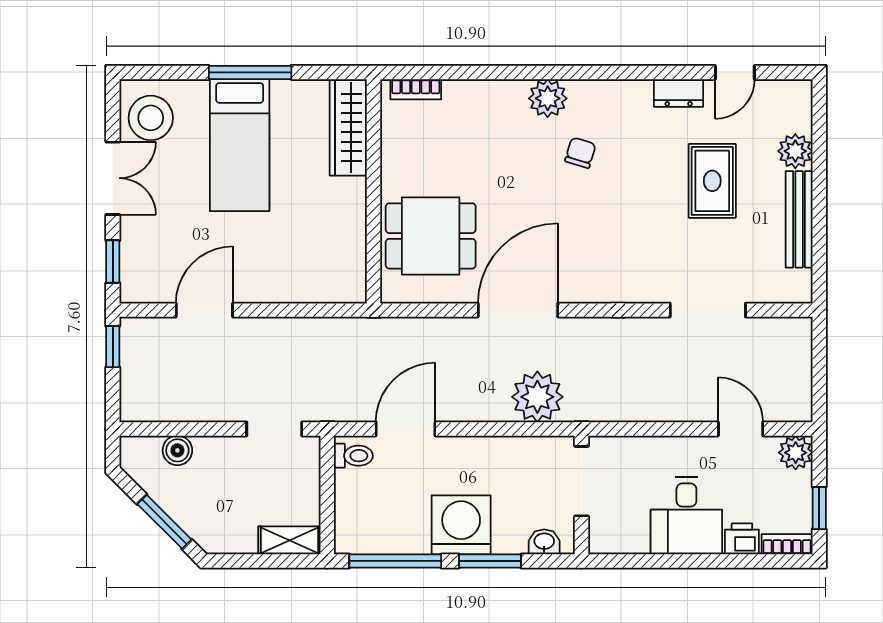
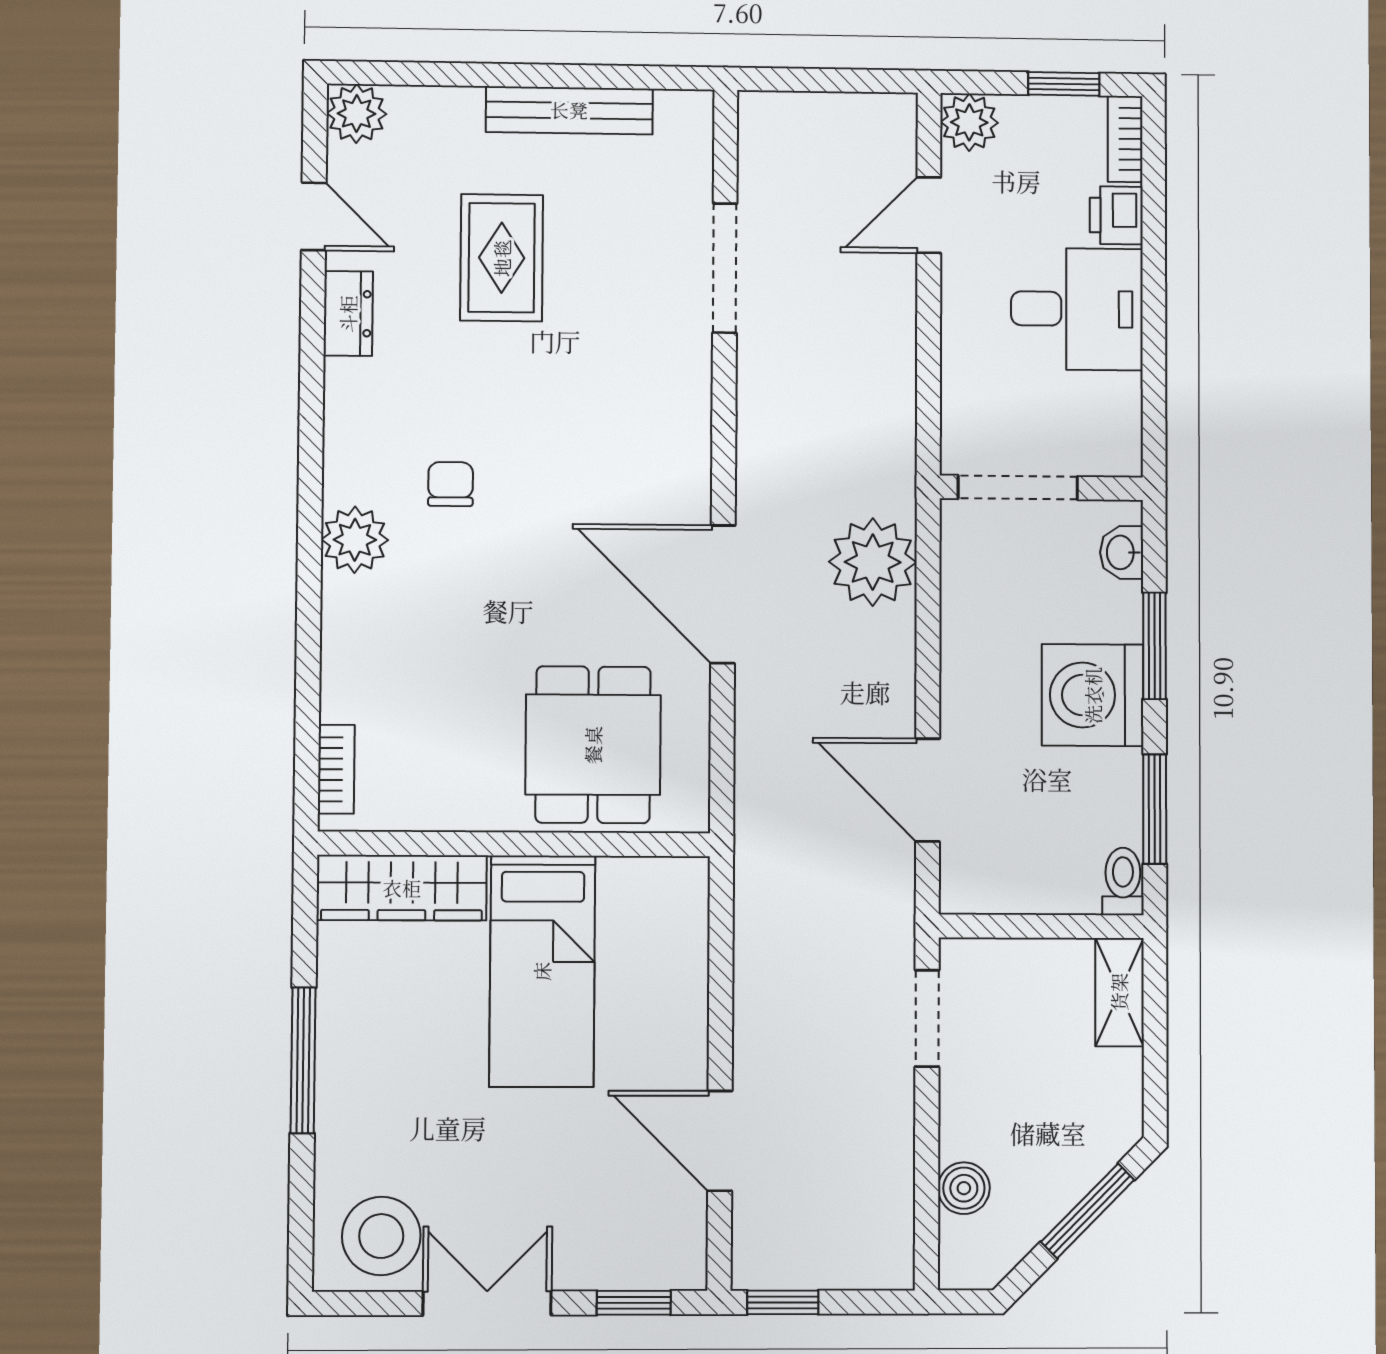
bed: (240, 145) -> (542, 971), moved, turned 90
plant: (795, 151) -> (357, 114), moved
chair: (580, 153) -> (451, 484), turned 73
rug: (712, 181) -> (502, 258), turned 90
toilet: (353, 456) -> (1123, 881), moved
window: (395, 561) -> (1155, 809), width x0.69

